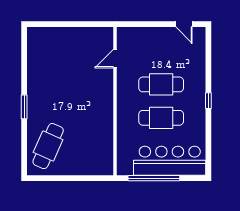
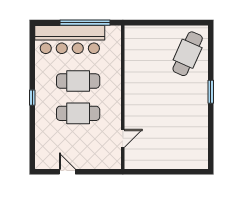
door: (184, 24) -> (67, 172), moved

